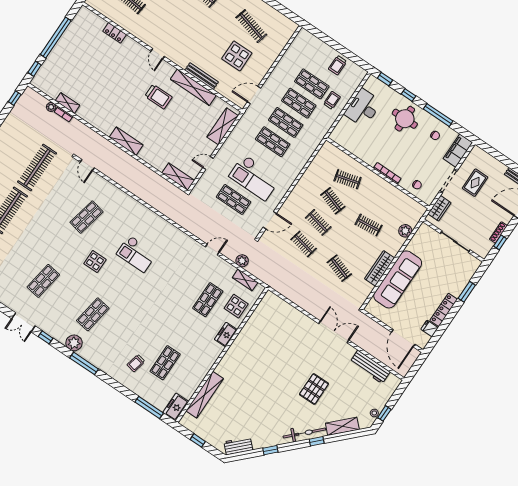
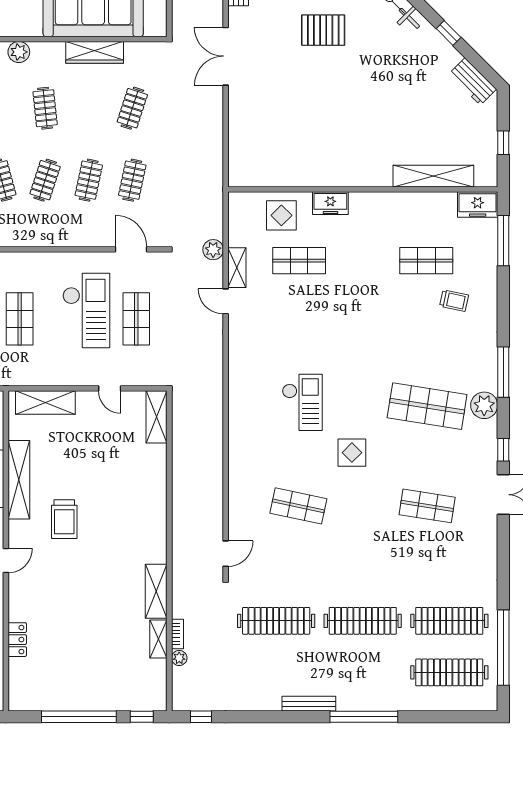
trolley: (158, 97) -> (64, 519), turned 180
shelving: (126, 141) -> (156, 591), moved
shelving: (245, 280) -> (237, 268), moved
shop shelf: (93, 314) -> (427, 406), width x1.43, depth x1.36

